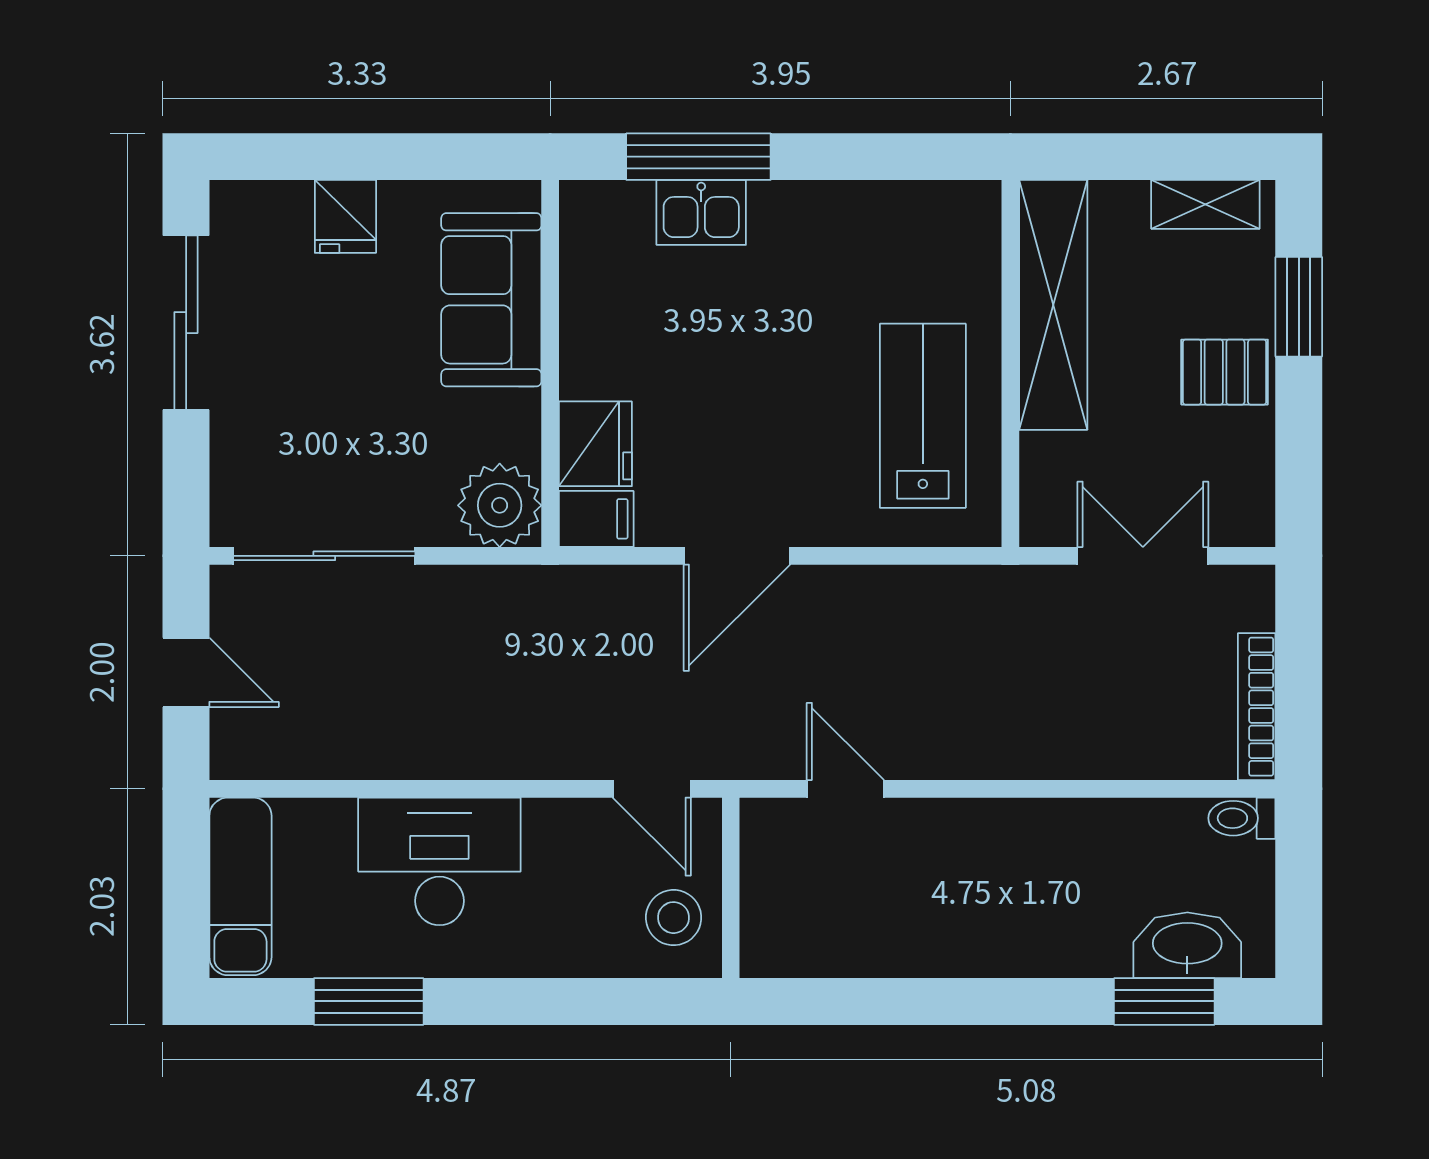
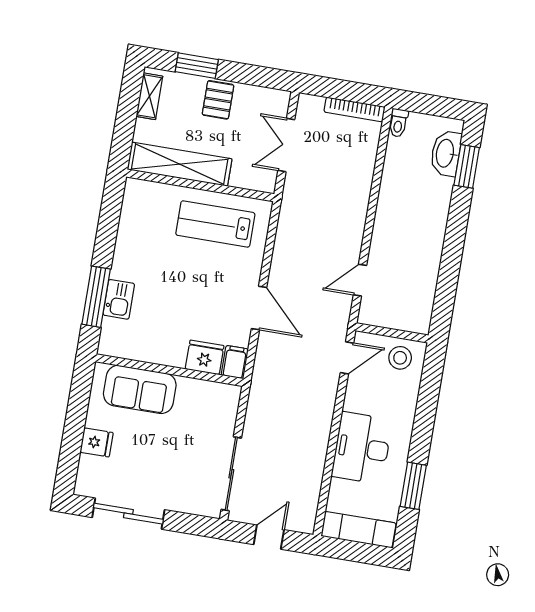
plant: (500, 505) -> (223, 400), removed

